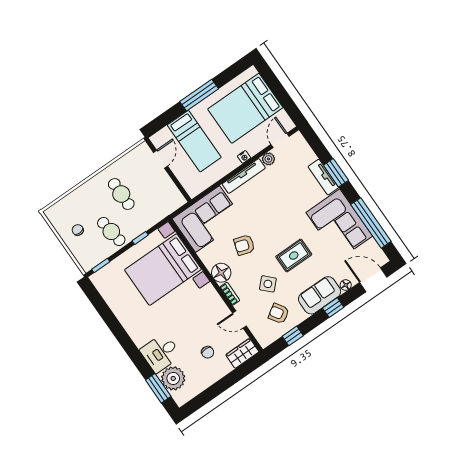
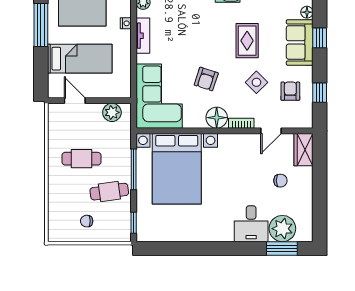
tv unit: (244, 176) -> (143, 36), width x0.71
plant: (171, 193) -> (112, 112), added
window: (140, 238) -> (134, 169), width x2.17
armchair: (279, 313) -> (290, 91), turned 123

